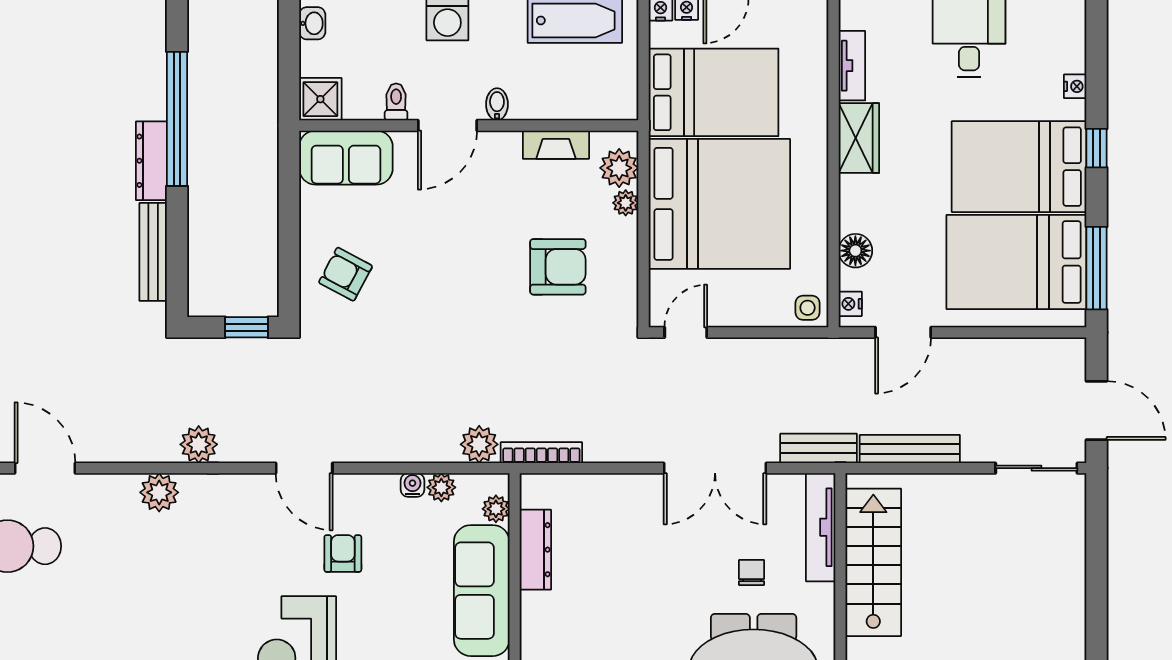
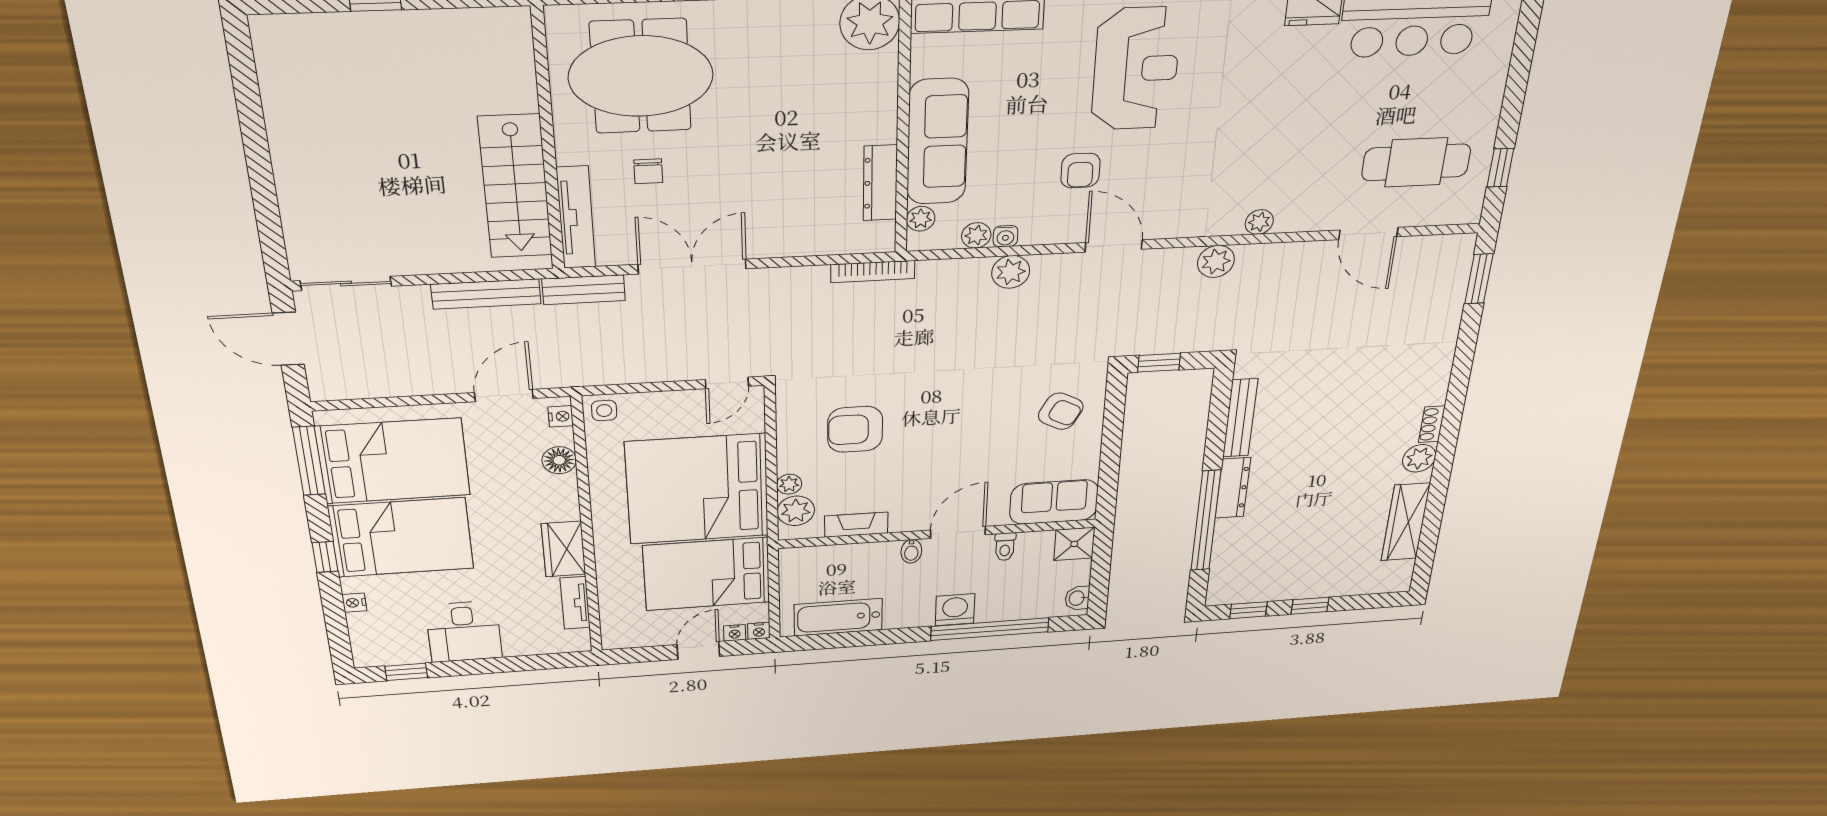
plant: (479, 444) -> (1011, 272), moved
plant: (159, 492) -> (1259, 222), width x0.73, depth x0.73

